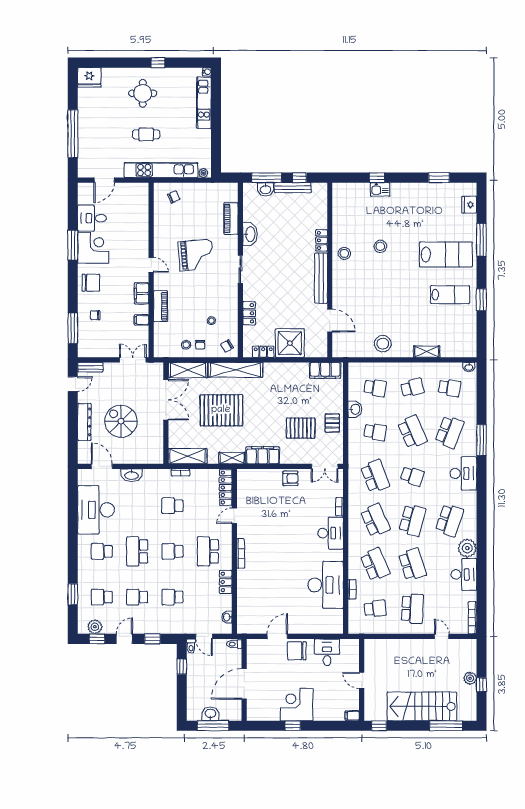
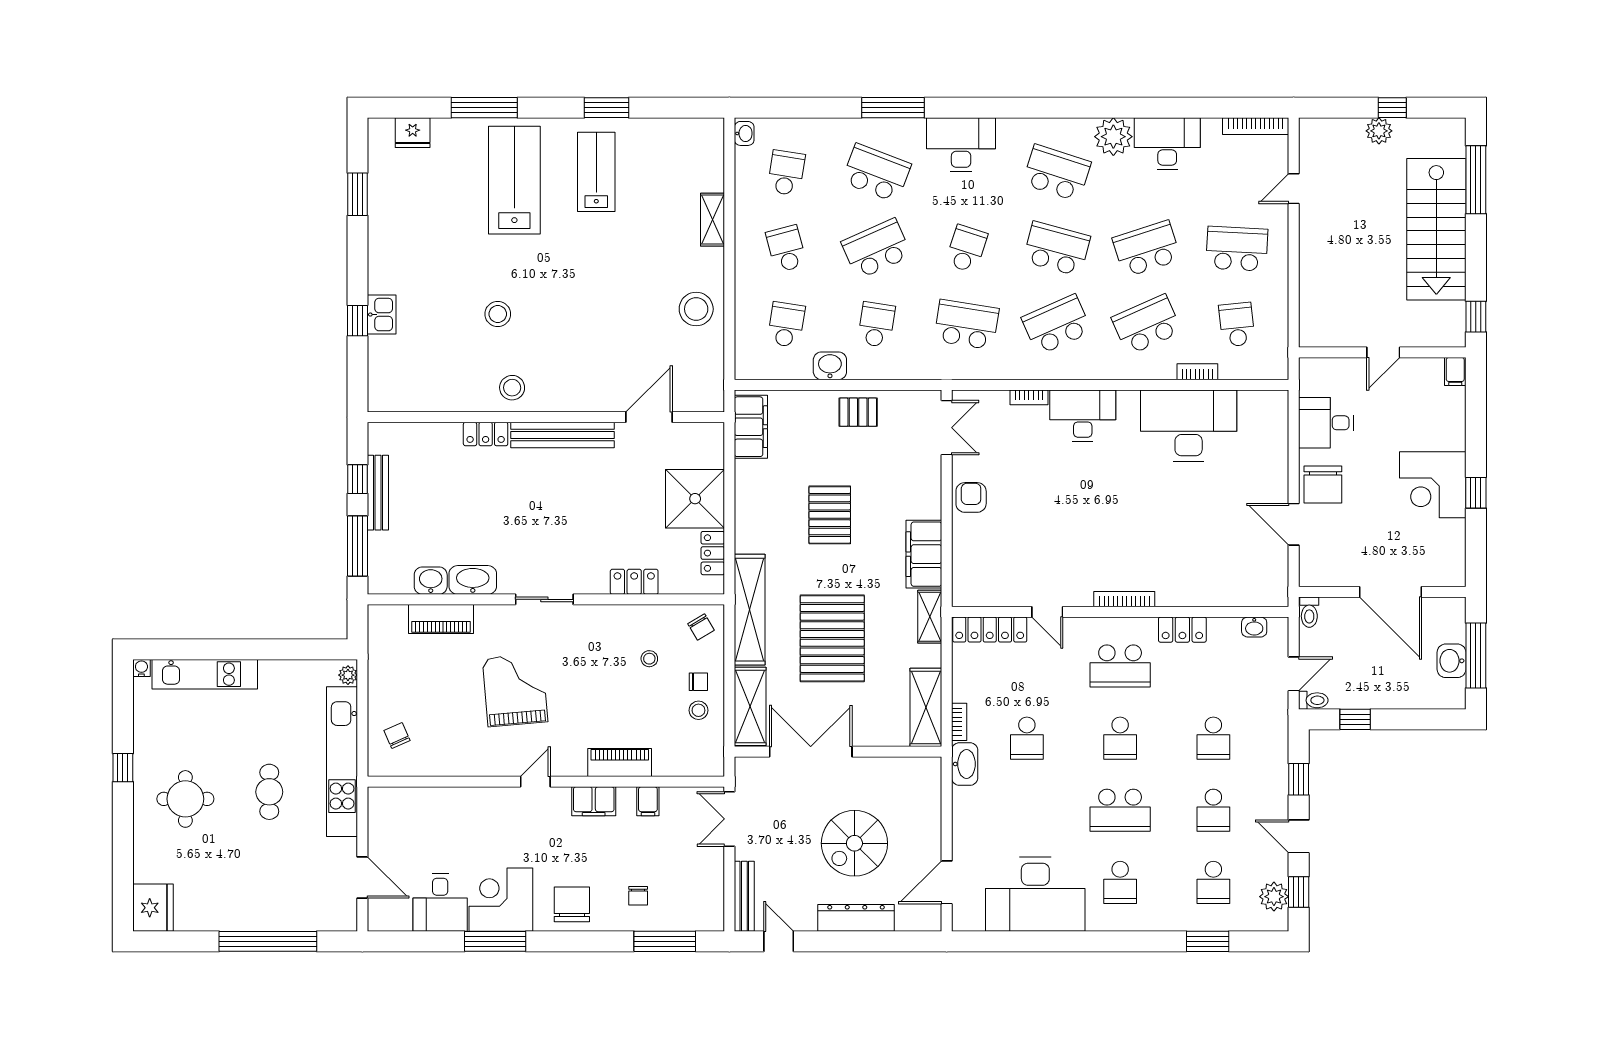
washbasin: (265, 189) -> (431, 581), moved, turned -90
bench: (90, 367) -> (744, 896), width x1.36
pallet: (301, 428) -> (830, 515), moved
washbasin: (131, 475) -> (965, 764), moved
school desk: (375, 476) -> (966, 325), turned 30

